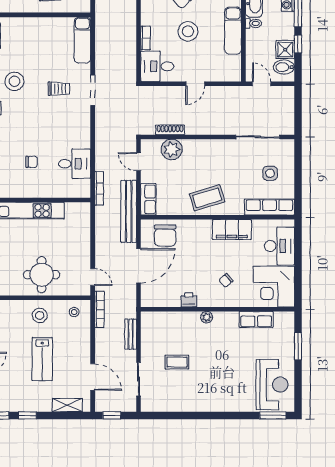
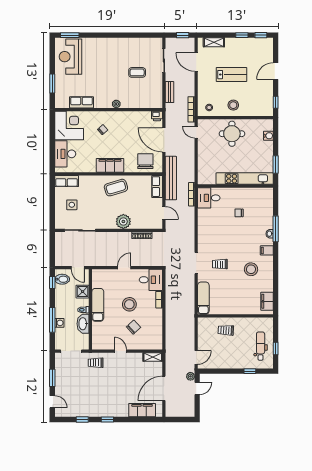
window: (298, 44) -> (52, 283), moved
shower: (285, 50) -> (83, 292), moved
plant: (172, 149) -> (123, 221), moved
desk: (75, 164) -> (209, 198), moved
row of seats: (269, 207) -> (67, 181), width x0.68
filing cabinet: (232, 229) -> (110, 165), moved
door: (139, 266) -> (164, 140), hinge flipped
printer: (189, 300) -> (157, 116), moved
lab bench: (42, 359) -> (232, 75), turned 90

